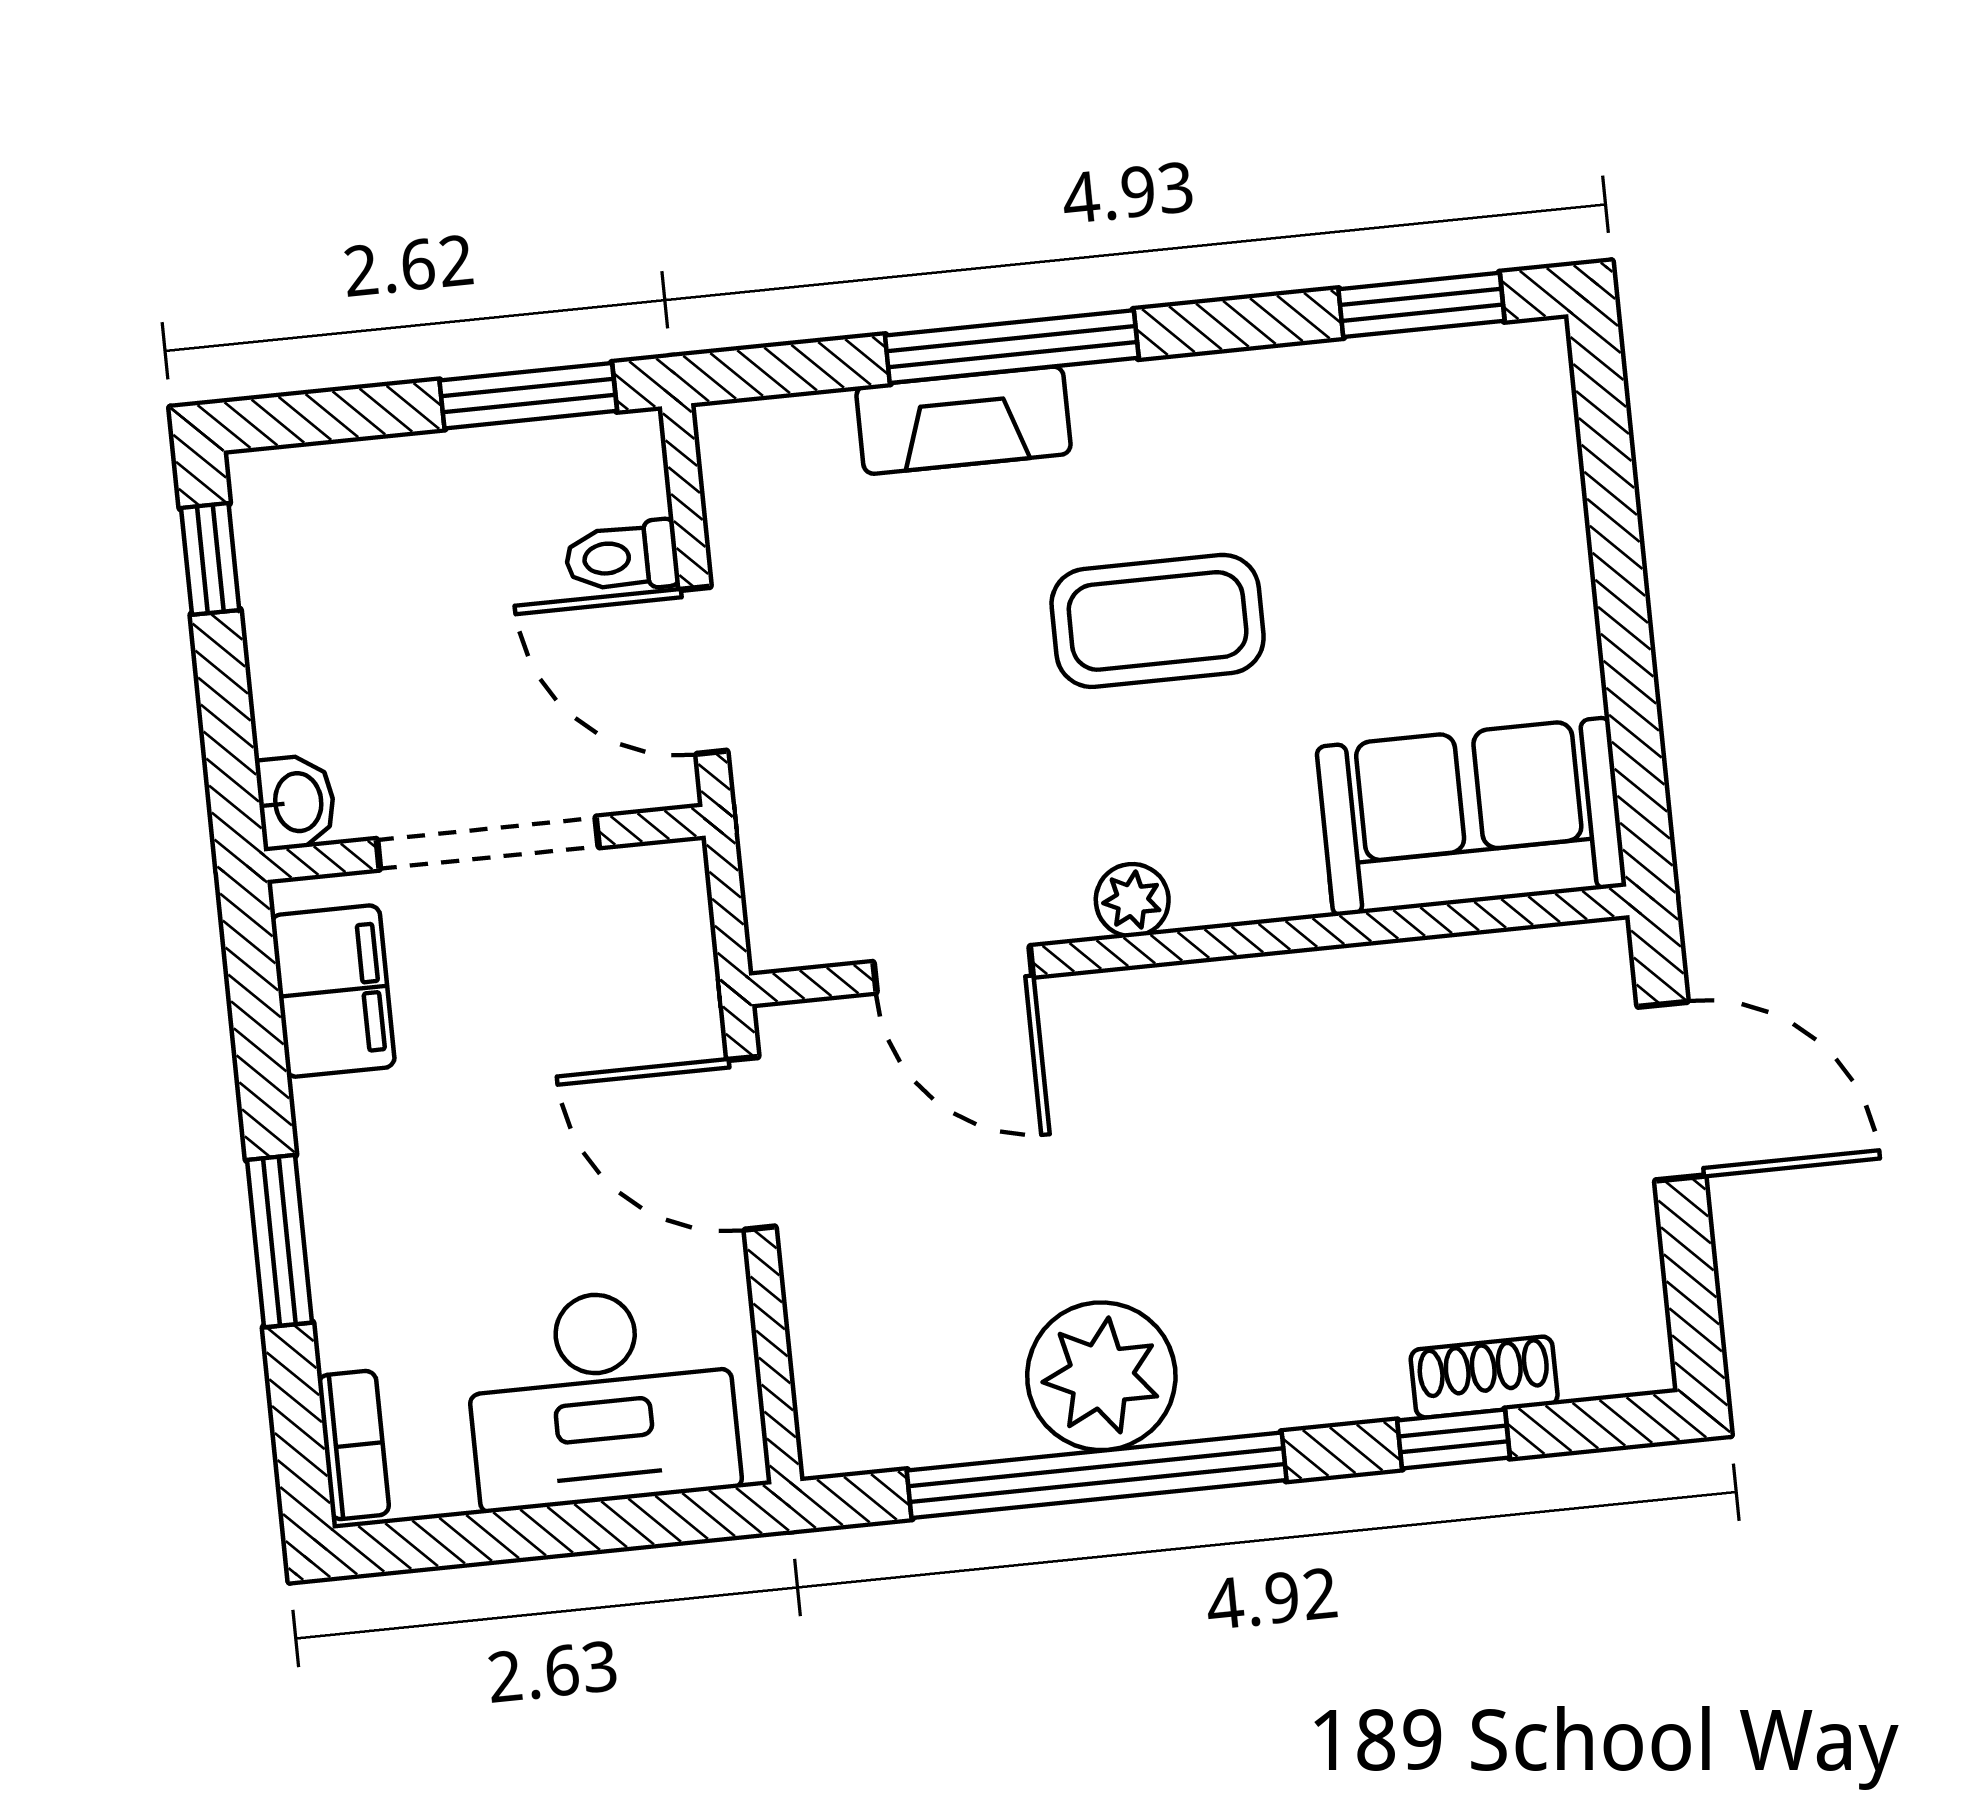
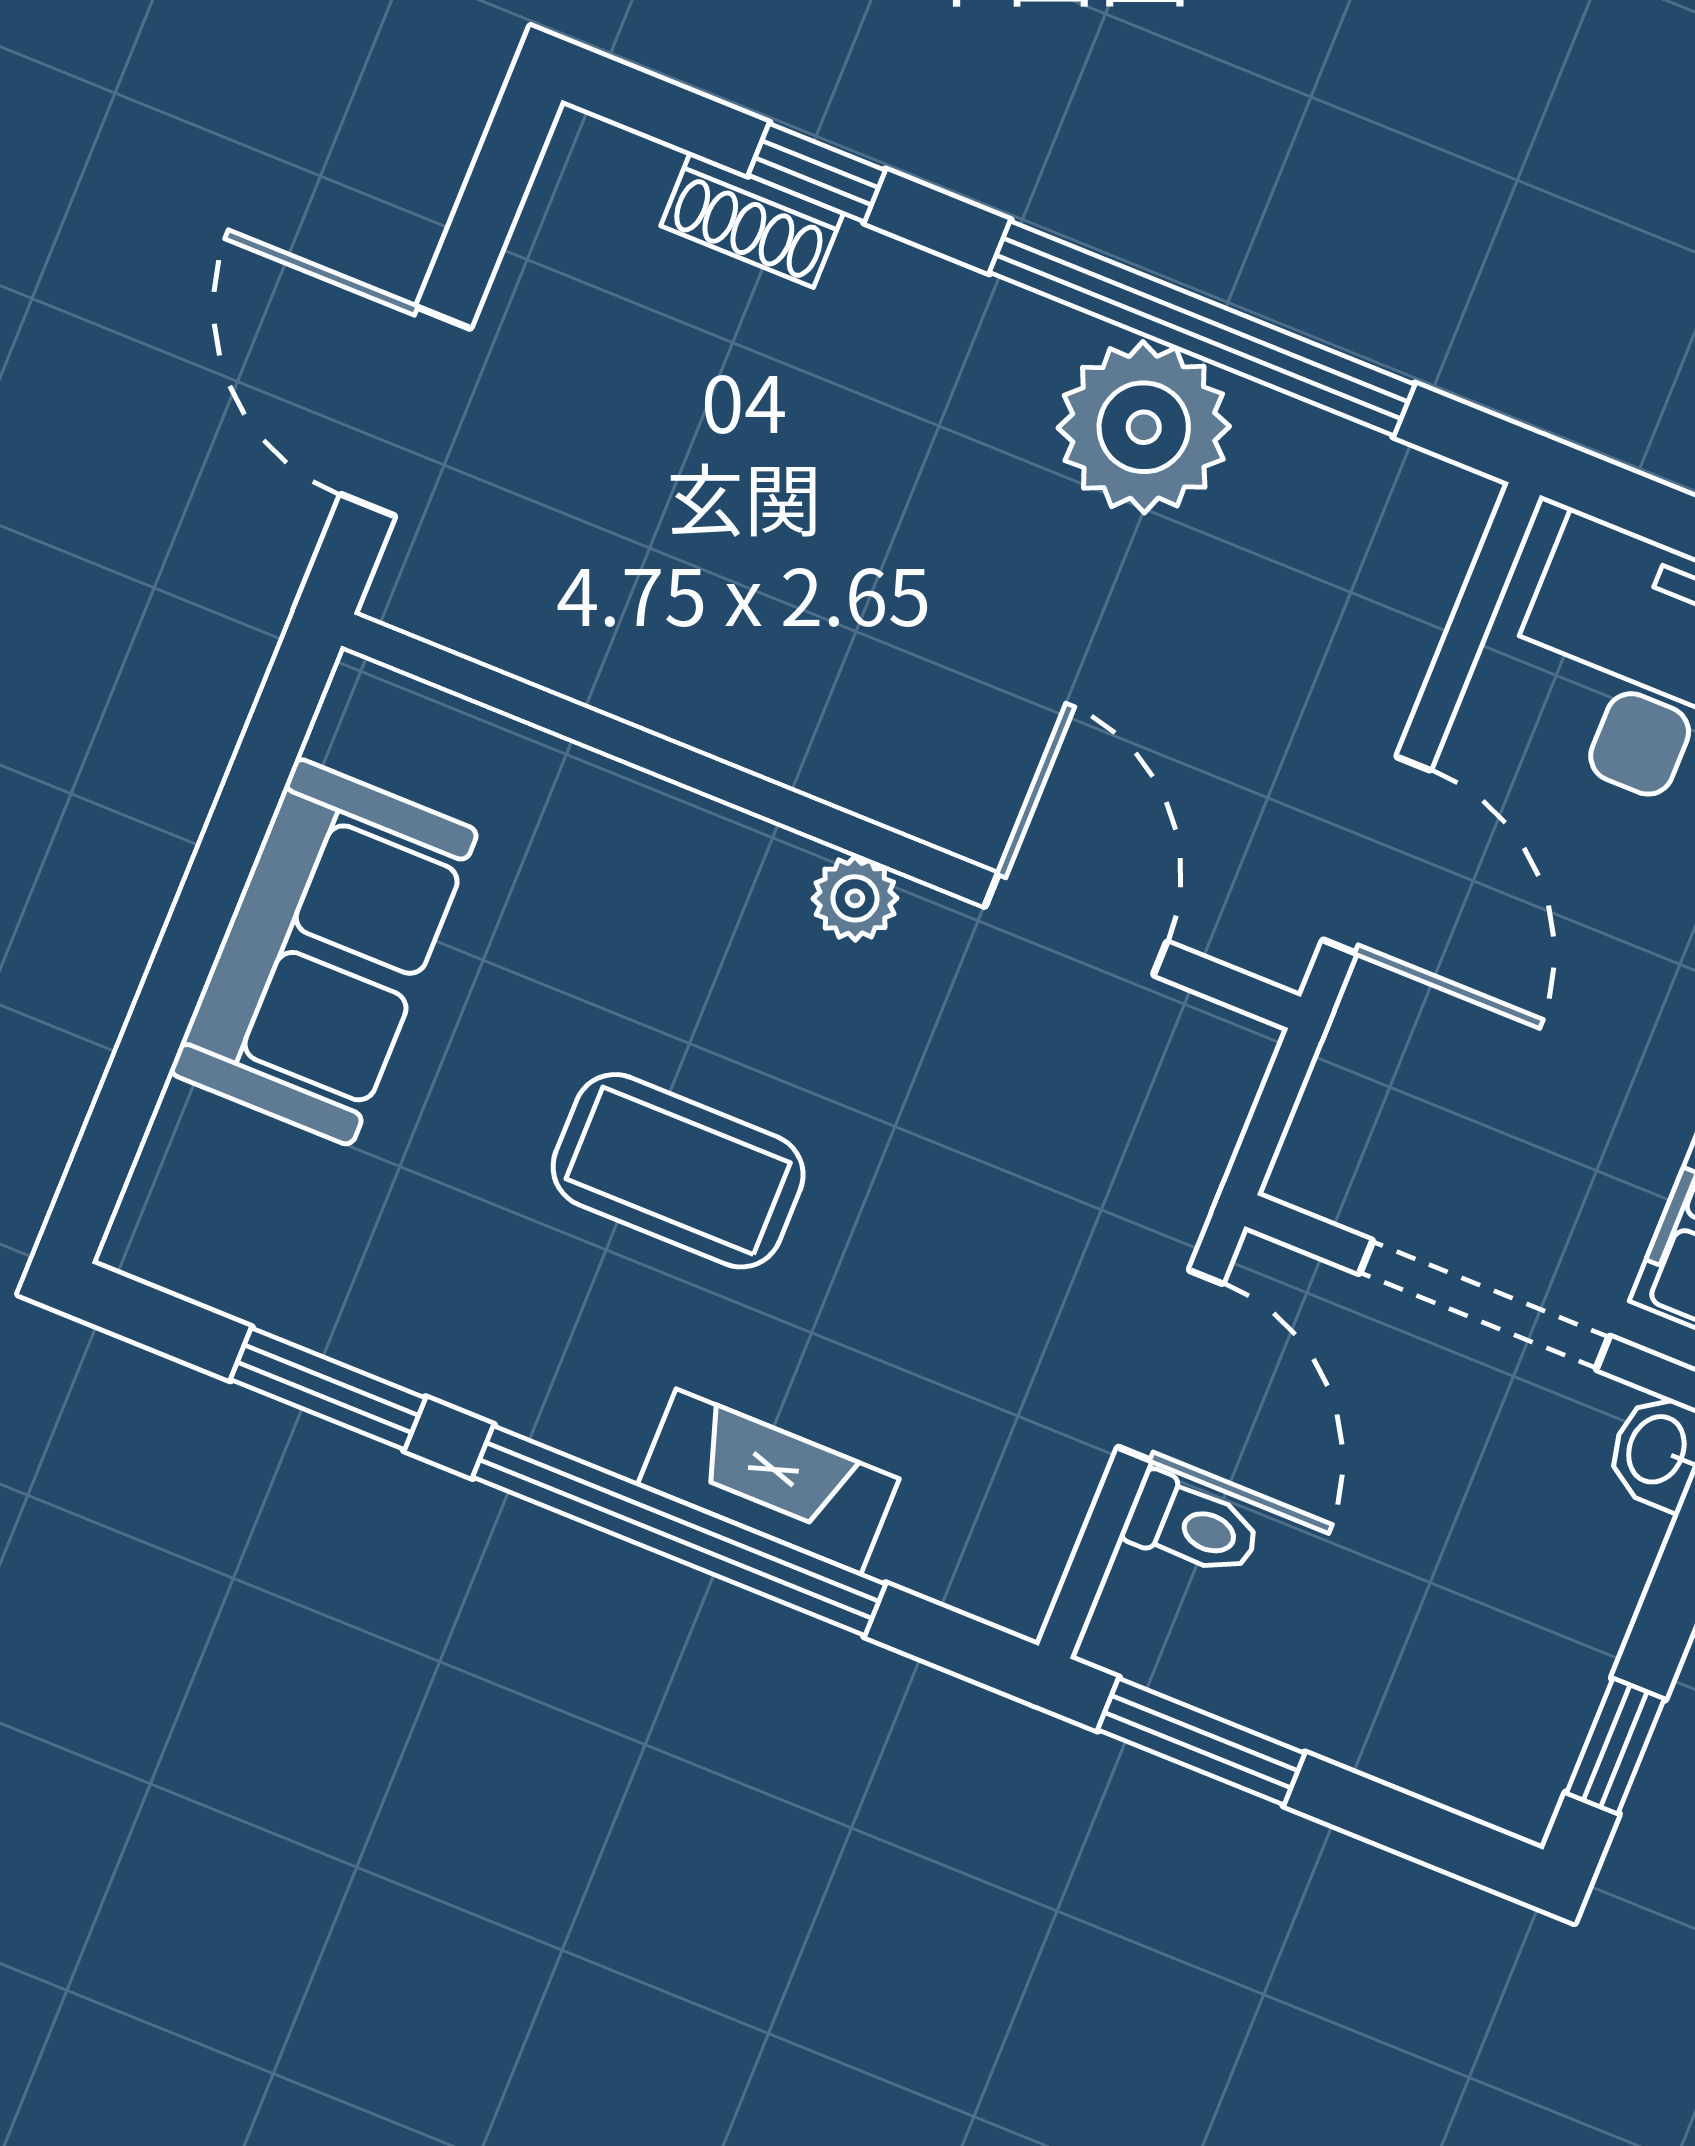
window: (1421, 305) -> (328, 1389), moved
window: (1012, 347) -> (679, 1531), width x1.46
sofa: (1471, 817) -> (324, 952), moved, turned -90

